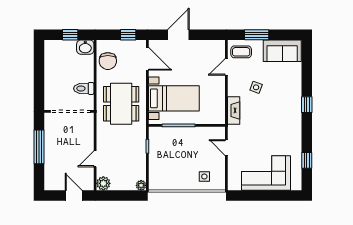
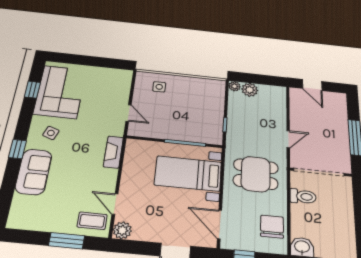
plant: (218, 47) -> (122, 230), added
sofa: (282, 51) -> (34, 172), moved, turned 90
door: (226, 67) -> (115, 204), swing flipped
side table: (256, 87) -> (51, 133), moved
dining table: (121, 104) -> (256, 174), width x0.73
door: (95, 159) -> (288, 139), moved
corner sofa: (266, 173) -> (60, 92), moved, turned -90
plant: (103, 183) -> (250, 90), moved

